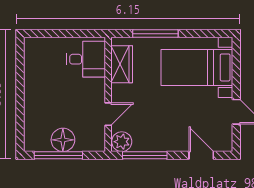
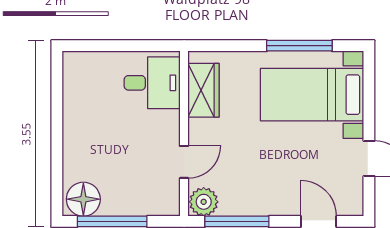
window: (155, 34) -> (299, 46), moved
floor lamp: (63, 140) -> (83, 199), moved

